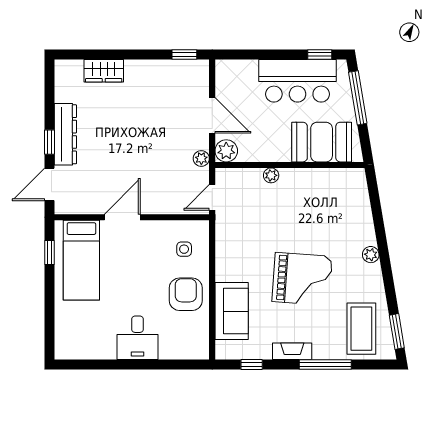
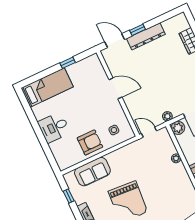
window: (49, 252) -> (68, 63), moved
bed: (81, 260) -> (47, 87), moved, turned 180

